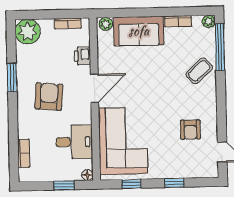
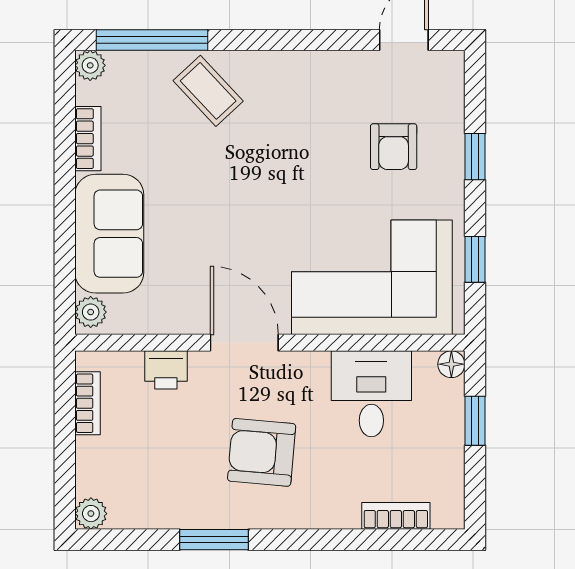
plant: (28, 32) -> (91, 514), width x0.53, depth x0.53
armchair: (190, 130) -> (394, 147), moved, turned 90

